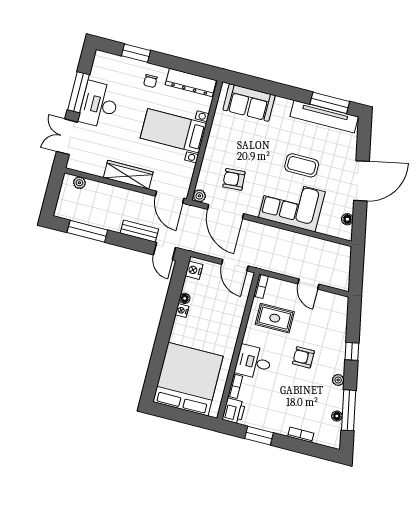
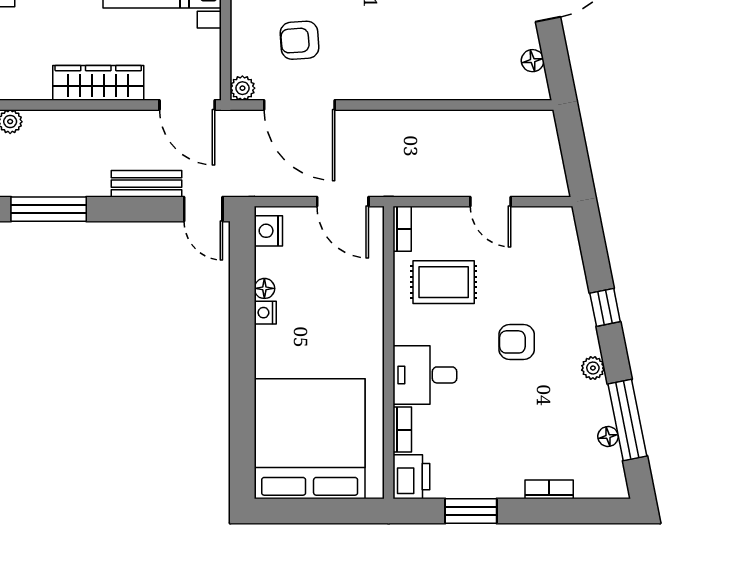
corner sofa: (292, 205) -> (421, 60), removed

